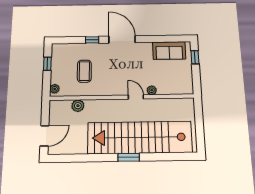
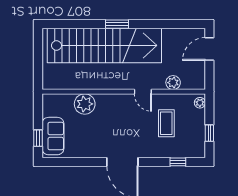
window: (92, 40) -> (178, 162), moved
sofa: (169, 50) -> (53, 136), moved, turned 90
plant: (152, 90) -> (85, 104), width x1.88, depth x1.88
door: (136, 97) -> (143, 92), moved

